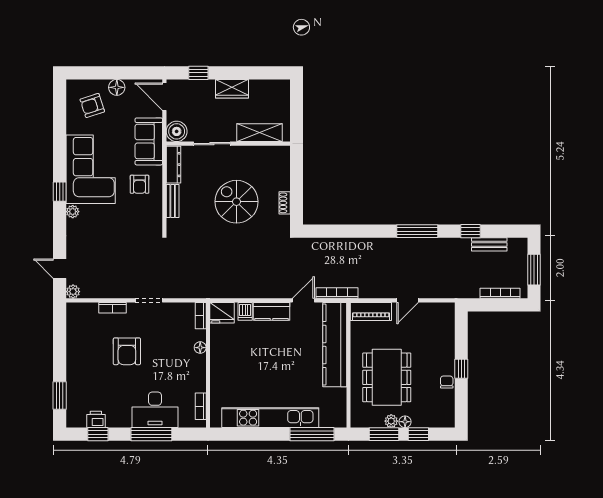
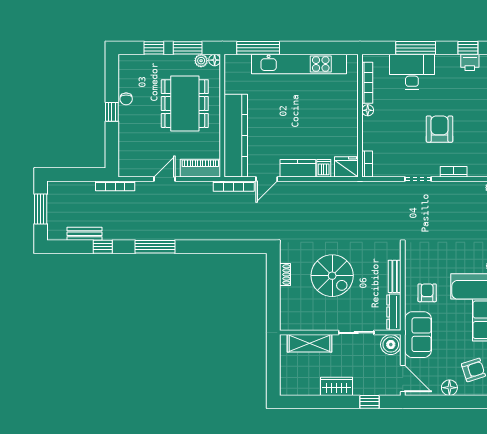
bookcase: (500, 293) -> (115, 186), moved
floor lamp: (200, 348) -> (368, 110), moved
bookcase: (201, 406) -> (367, 83), width x1.56
plant: (391, 421) -> (201, 61), moved
floor lamp: (405, 422) -> (215, 60), moved

